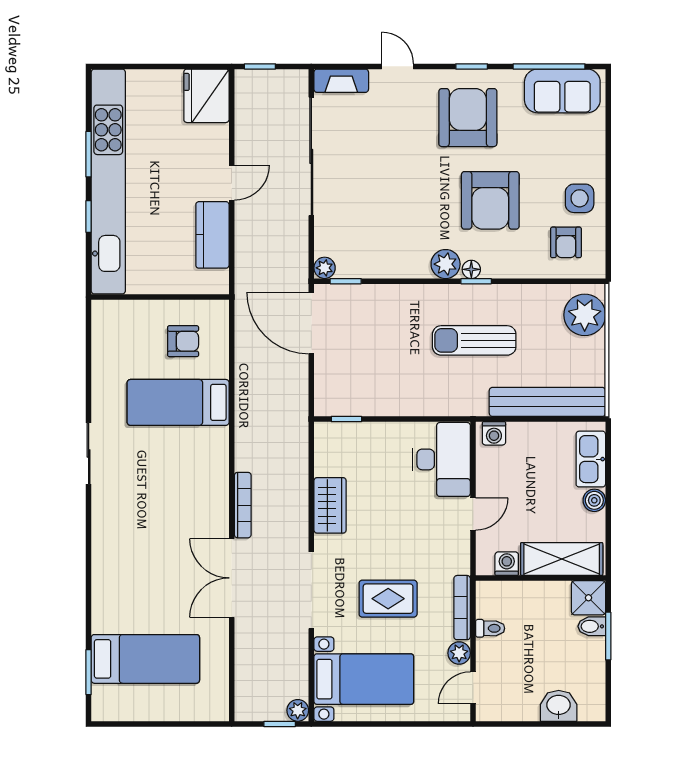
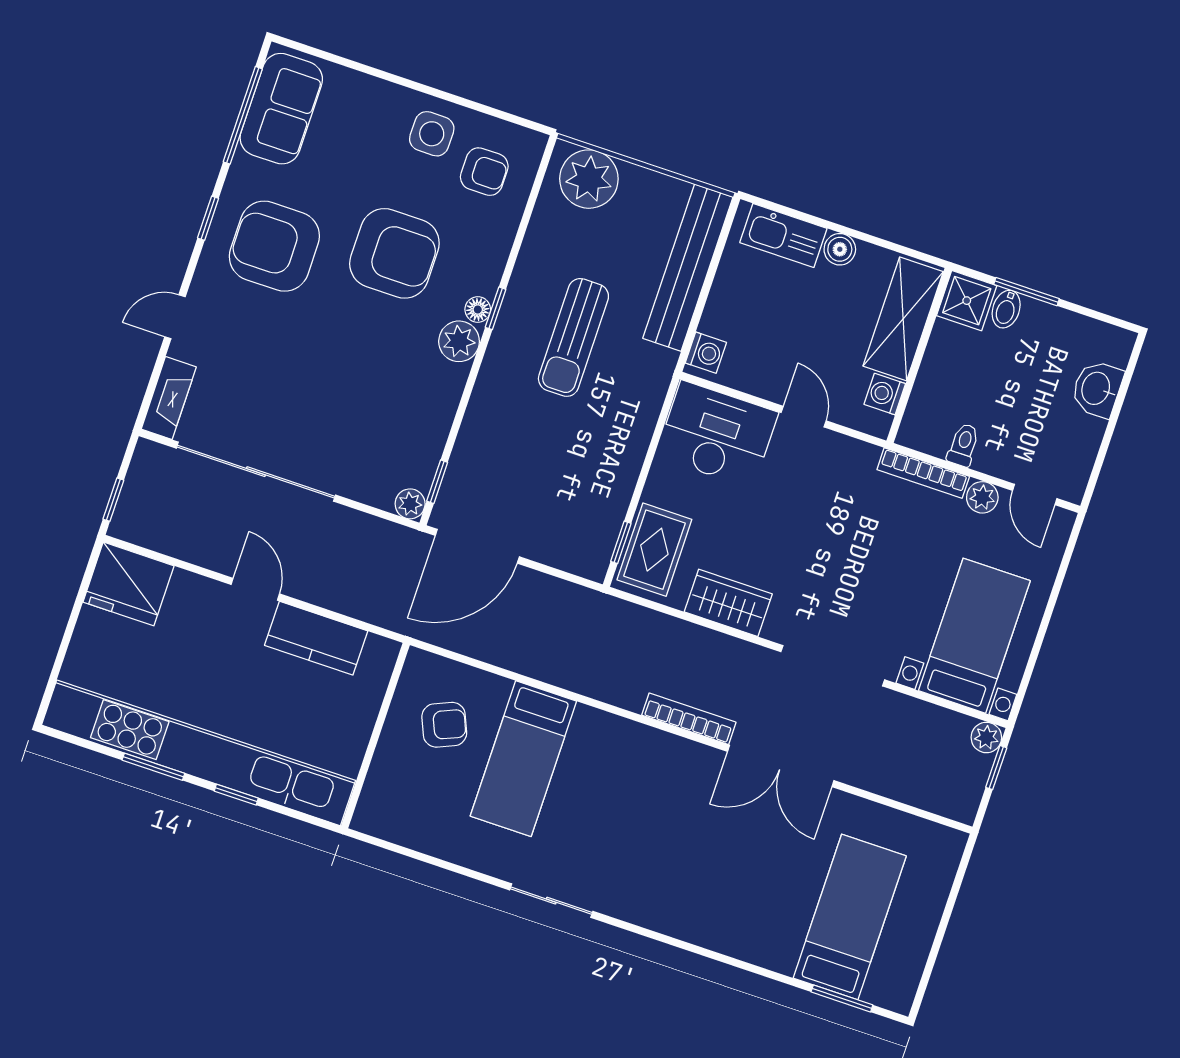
armchair: (183, 341) -> (444, 725), turned 67
rug: (388, 599) -> (654, 550), moved

